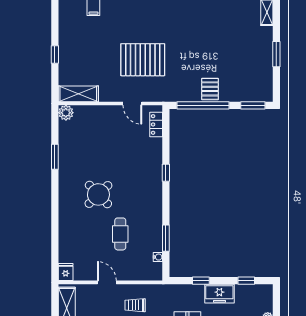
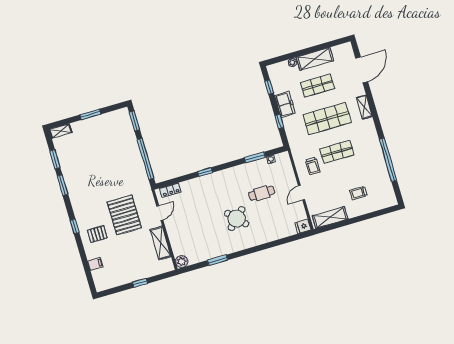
pallet: (210, 89) -> (97, 234), moved
shelving: (78, 94) -> (161, 243), moved

